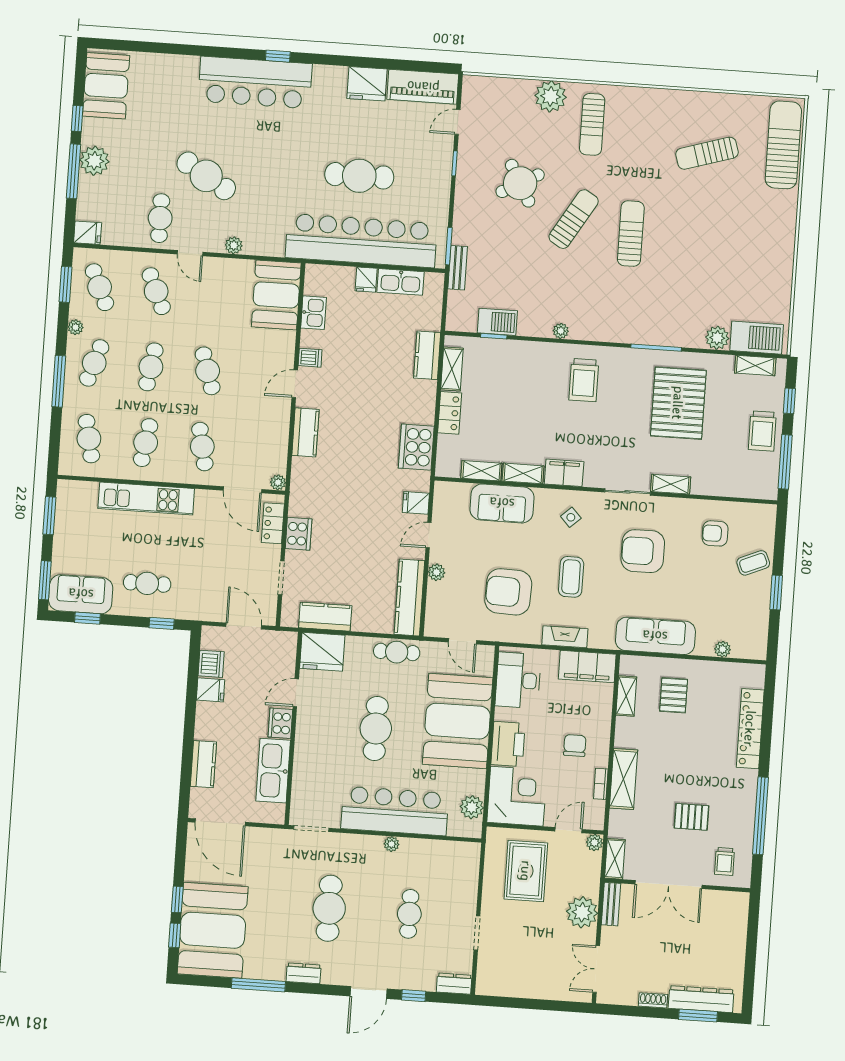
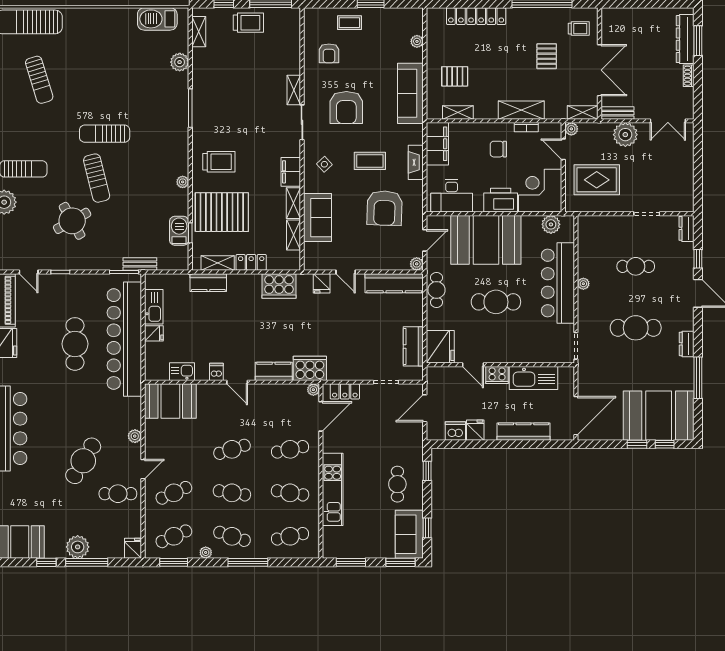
sun lounger: (574, 219) -> (97, 178), turned -135
barbecue: (757, 338) -> (157, 19), moved, turned -90
pallet: (678, 403) -> (222, 212), moved
cooker: (299, 534) -> (310, 368), moved, width x1.37, depth x1.31
coffee table: (753, 563) -> (349, 23), turned -67
plant: (437, 572) -> (417, 264), moved
kitchen counter: (203, 764) -> (524, 432), width x1.50

